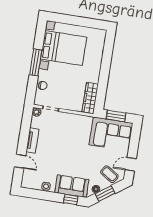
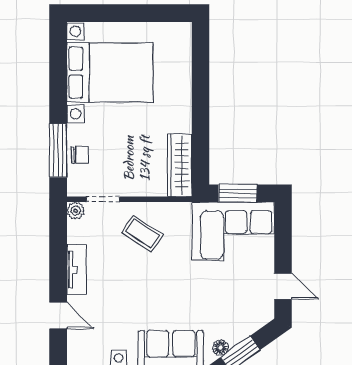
window: (36, 62) -> (58, 151), moved
door: (131, 164) -> (283, 286), swing flipped
coffee table: (109, 174) -> (142, 234), moved

